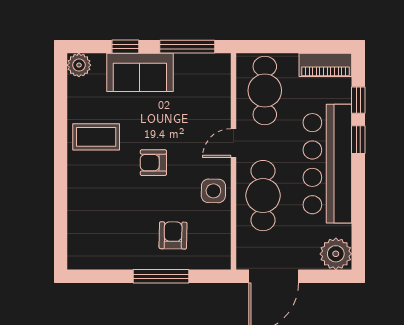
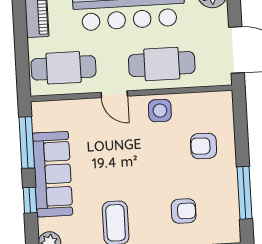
sofa: (140, 72) -> (53, 174), width x1.36
armchair: (153, 163) -> (184, 211), moved, turned -90
window: (161, 276) -> (244, 193), moved

